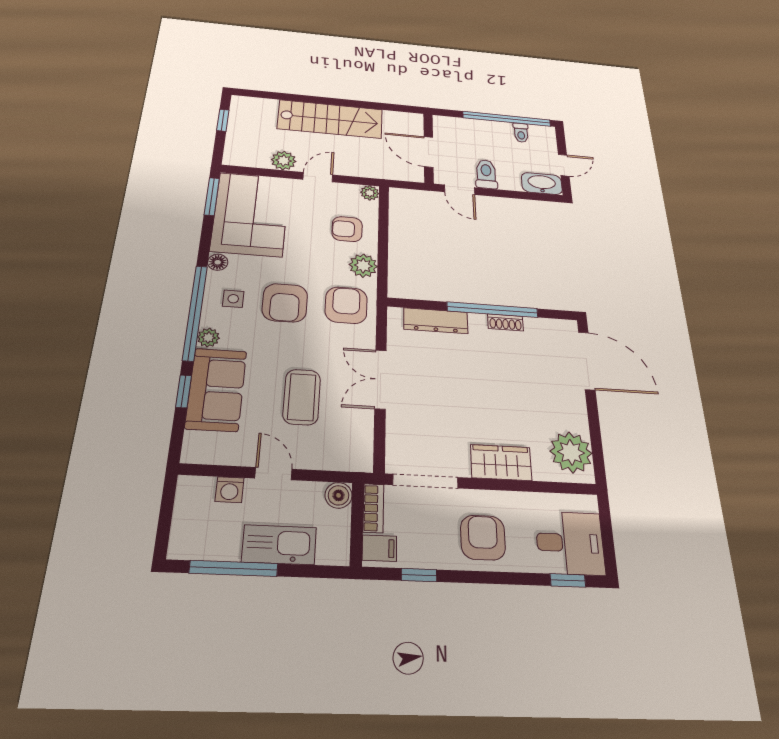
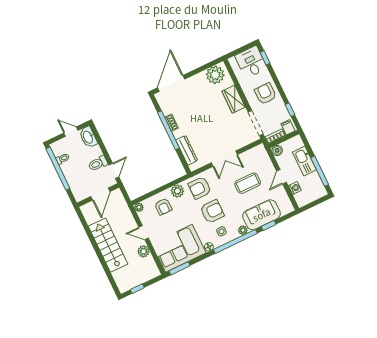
armchair: (483, 538) -> (265, 94), turned 90

